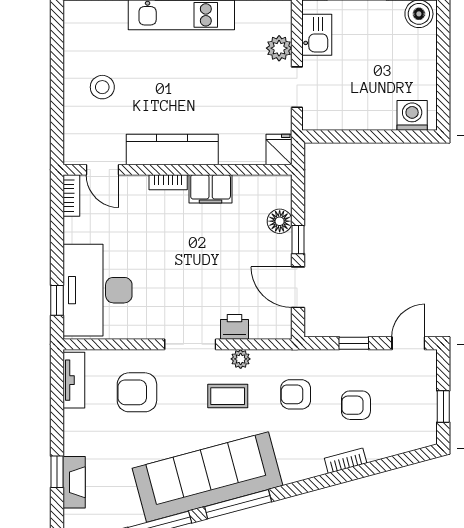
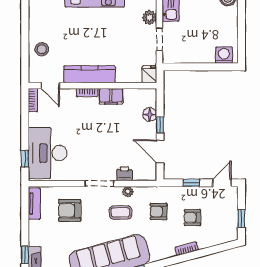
stool: (102, 87) -> (42, 49), moved

